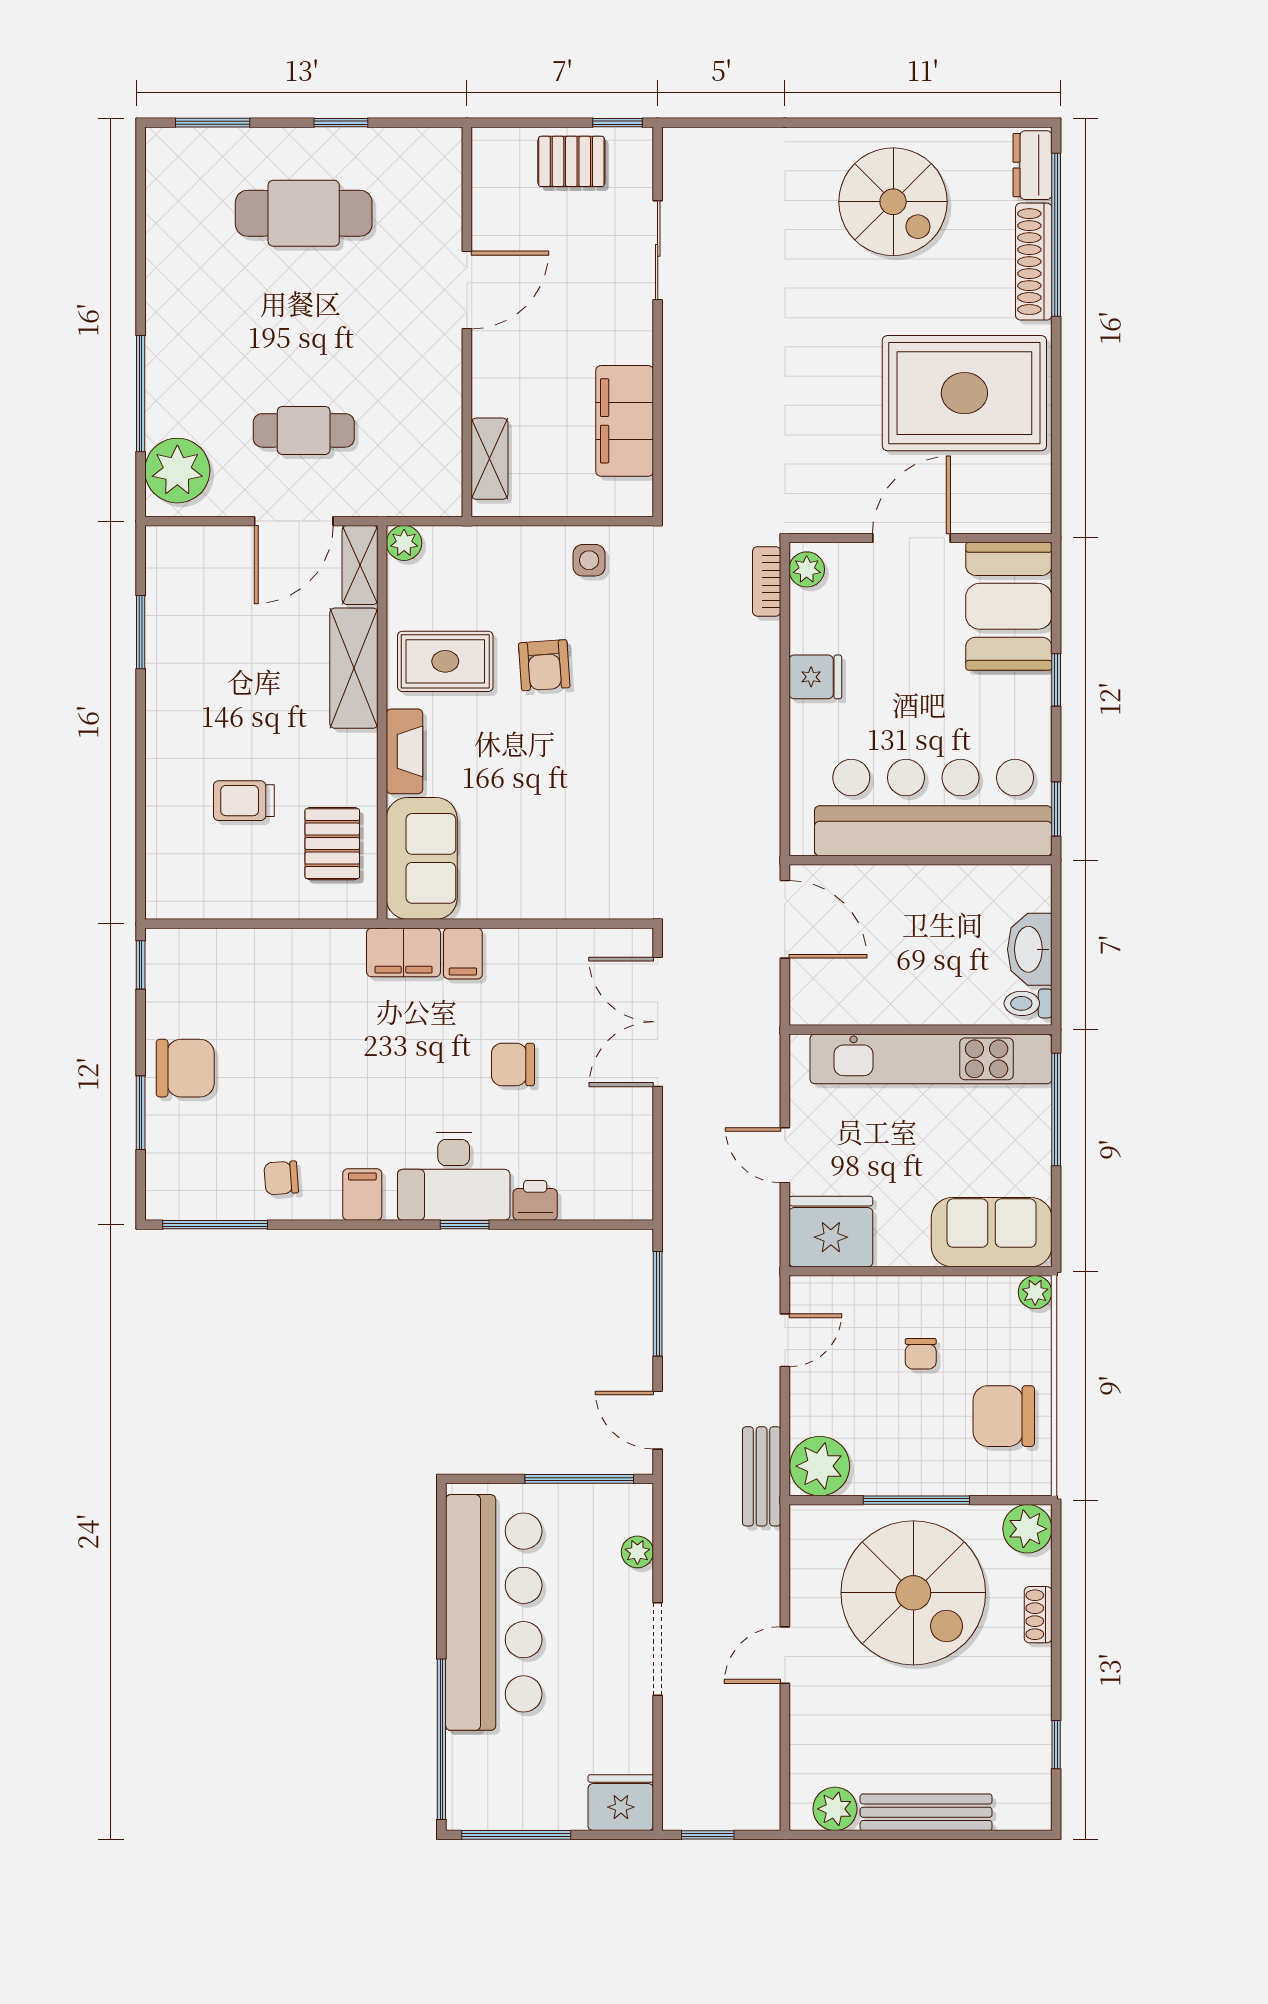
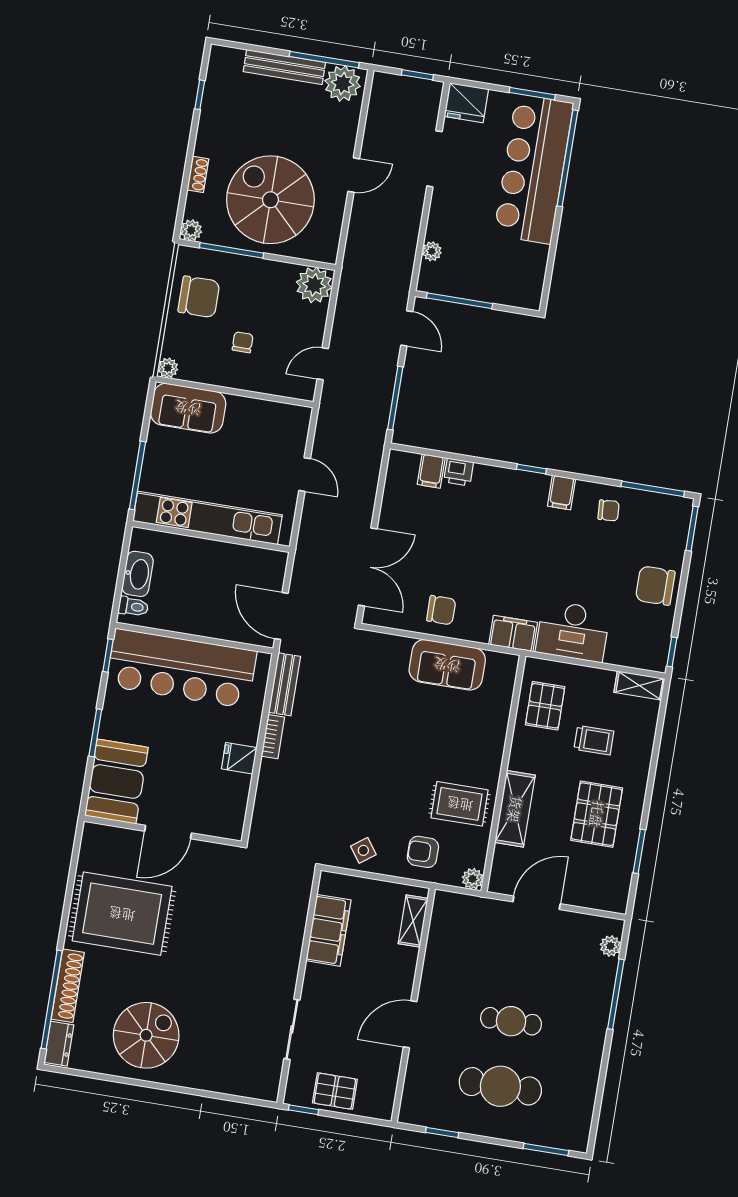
window: (341, 123) -> (442, 1132), moved
spiral stairs: (893, 202) -> (146, 1035), turned 90
cafe table: (304, 430) -> (511, 1021), moved
plant: (177, 471) -> (610, 946), width x0.53, depth x0.53
side table: (589, 560) -> (363, 850), turned -36
shelving: (360, 565) -> (639, 685), moved, turned 90
plant: (807, 569) -> (234, 823), removed
bookcase: (767, 581) -> (273, 737), moved
armchair: (544, 665) -> (423, 852), moved, turned -86
window: (1056, 680) -> (95, 733), width x1.50
pallet: (220, 681) -> (597, 814), added
fireplace: (405, 751) -> (493, 754), removed
sofa: (422, 858) -> (447, 665), moved, turned -90
filing cabinet: (463, 954) -> (431, 471), moved, turned 180
toilet: (1028, 1003) -> (133, 607), moved
chair: (513, 1064) -> (441, 610), moved
window: (141, 1113) -> (692, 529), moved
desk: (454, 1176) -> (573, 631), moved, turned 180
window: (465, 1225) -> (531, 469), moved
fridge: (831, 1232) -> (284, 424), removed
bench: (762, 1476) -> (284, 684), moved
window: (916, 1500) -> (231, 250), moved
plant: (1027, 1529) -> (191, 230), width x0.73, depth x0.73
bar counter: (494, 1612) -> (534, 169), moved
doorway: (658, 1649) -> (434, 159), moved
plant: (835, 1809) -> (343, 84), width x1.36, depth x1.36
window: (516, 1835) -> (532, 94), width x0.69
window: (863, 1835) -> (324, 60), added

